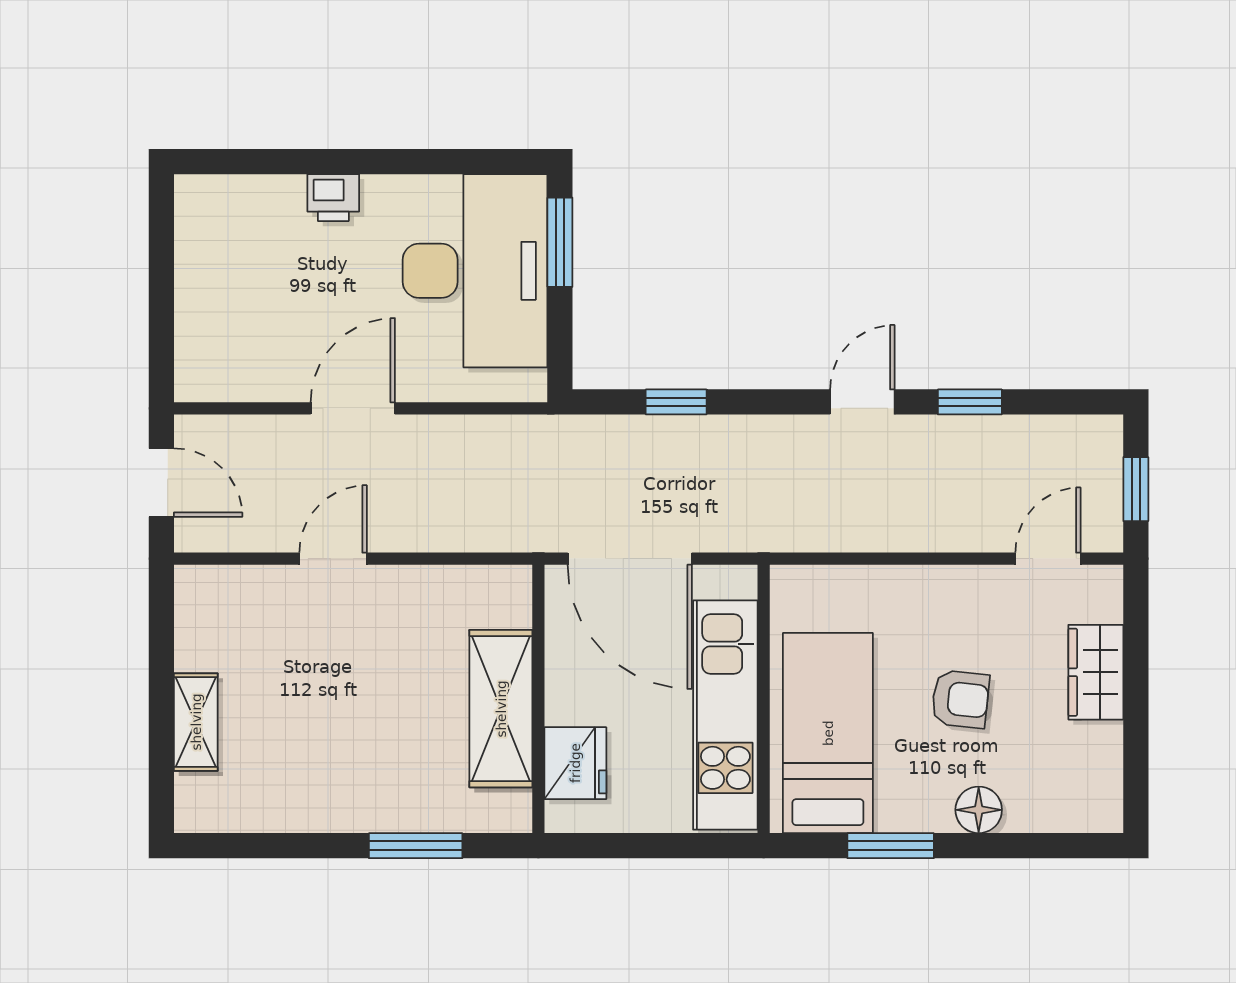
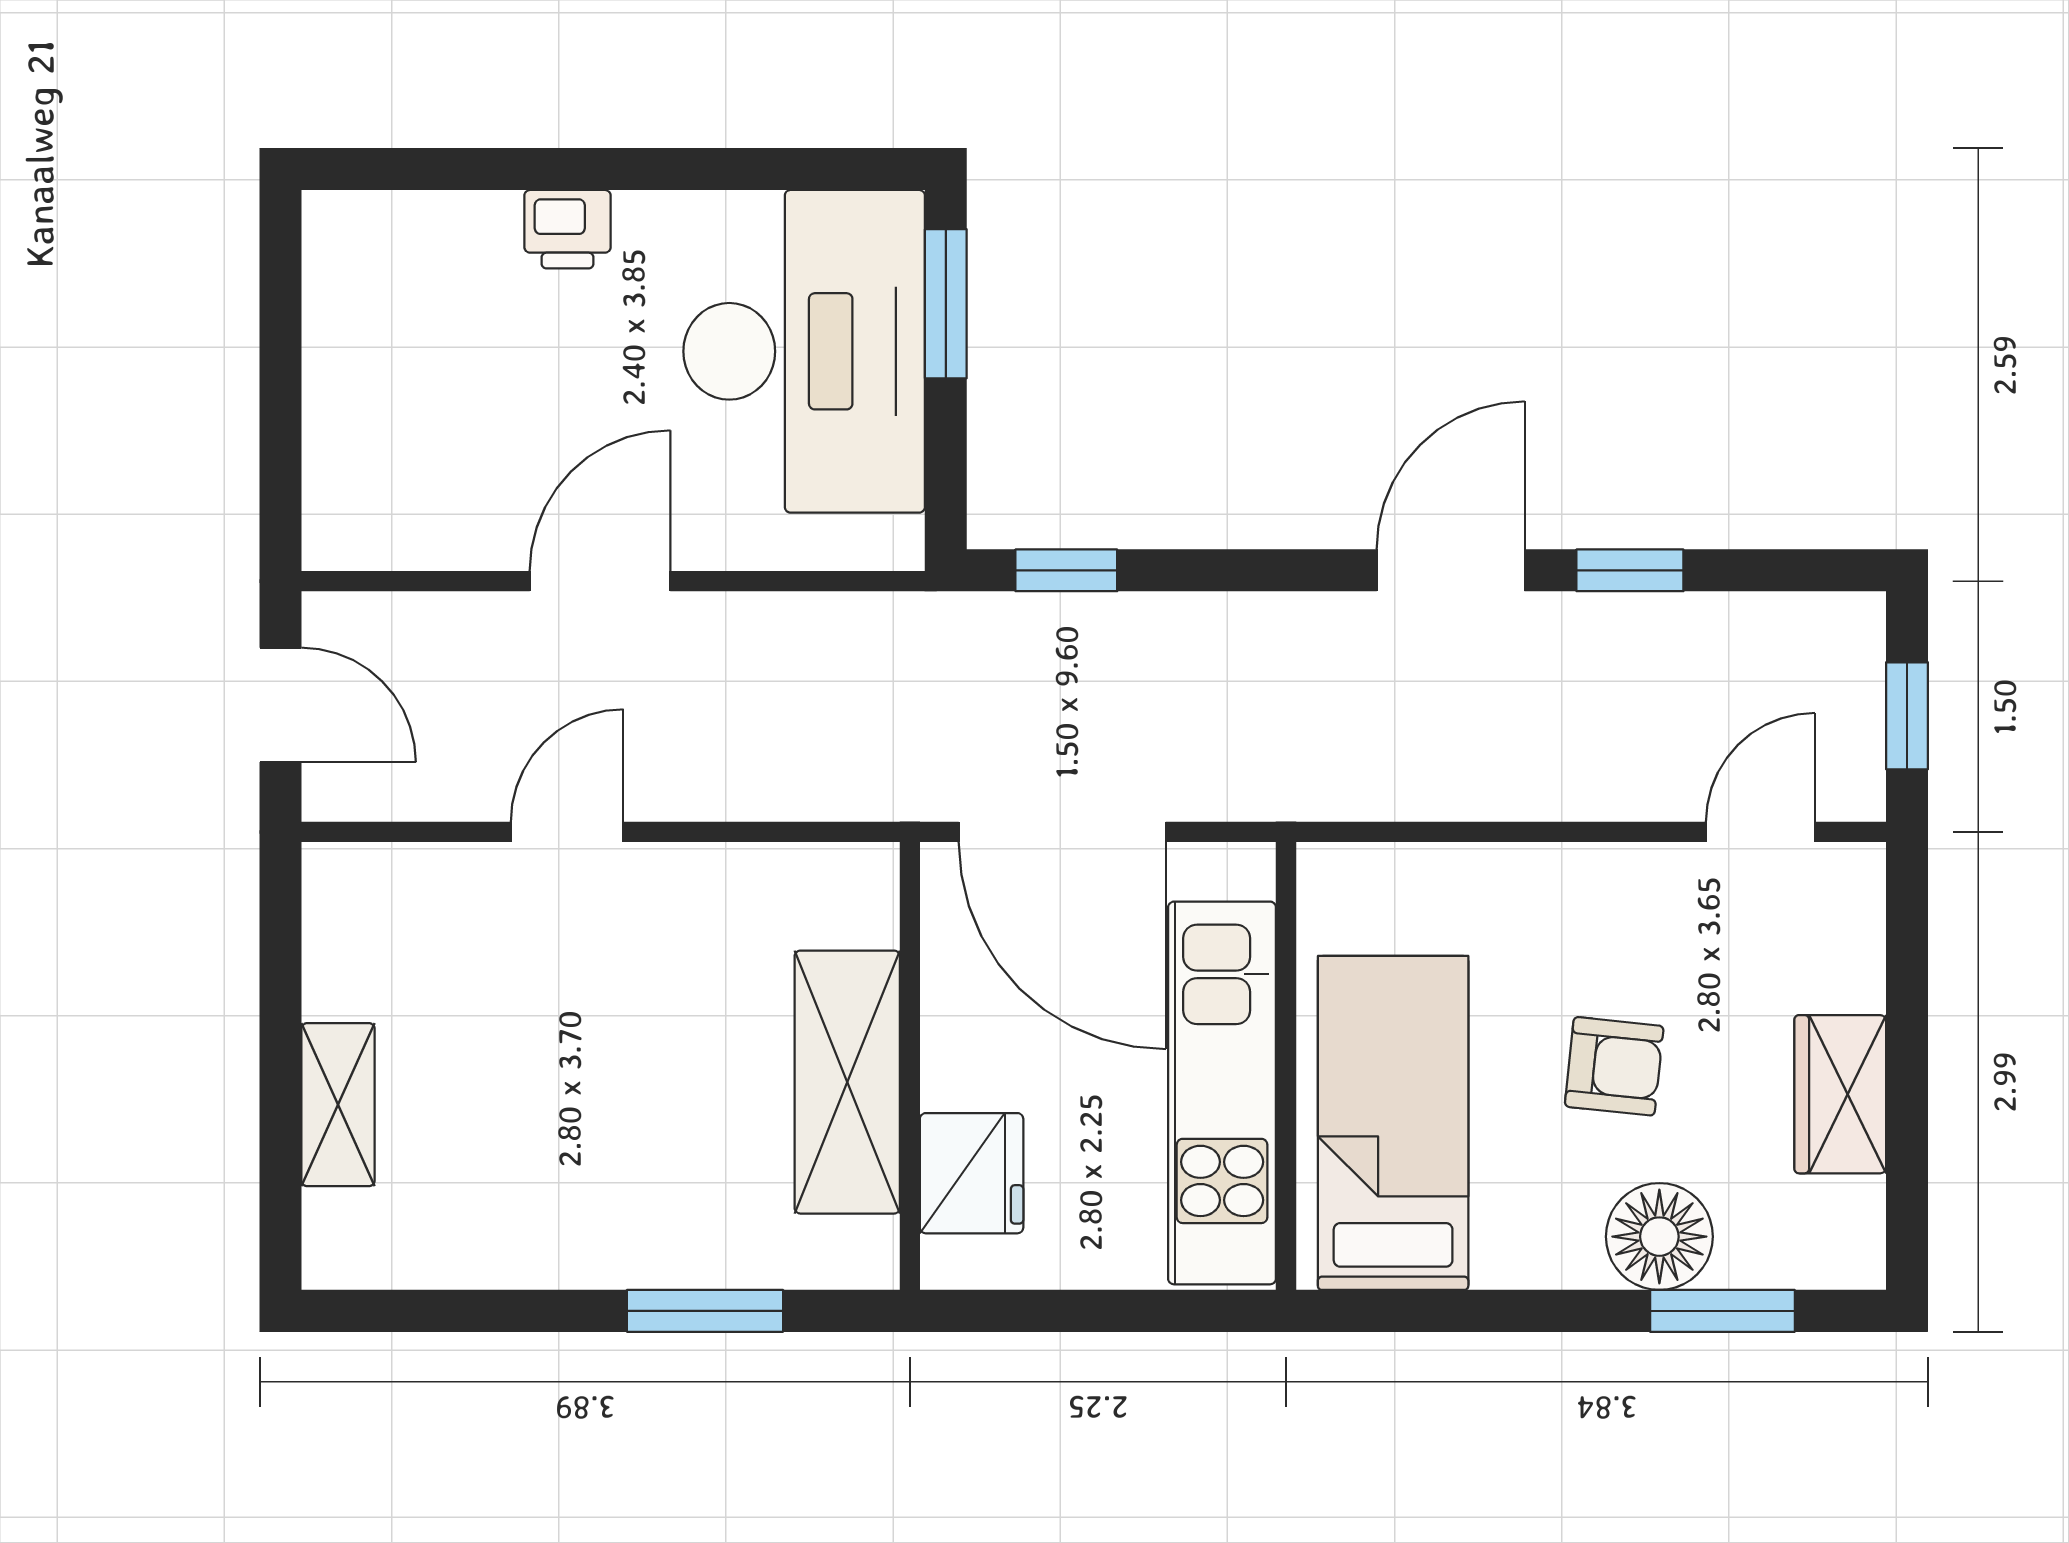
window: (676, 402) -> (1066, 570), moved
door: (862, 402) -> (1451, 570), width x1.38
wardrobe: (1096, 672) -> (1840, 1094), moved
floor lamp: (979, 810) -> (1659, 1237), width x1.38, depth x1.38
window: (891, 846) -> (1722, 1311), moved

